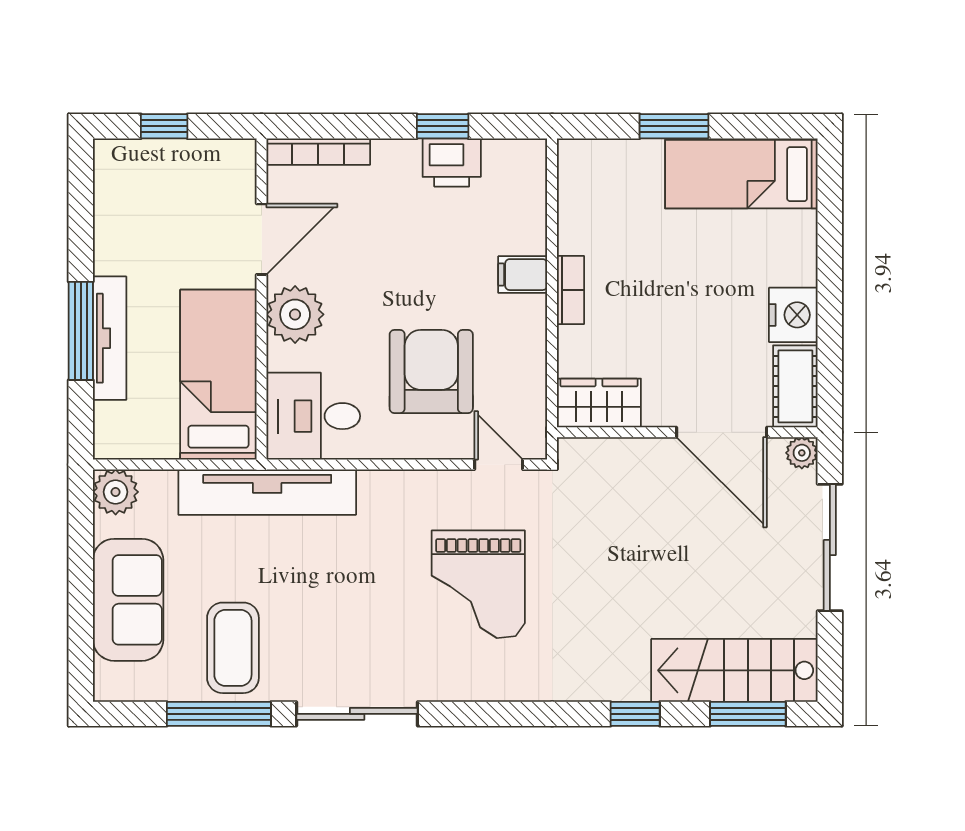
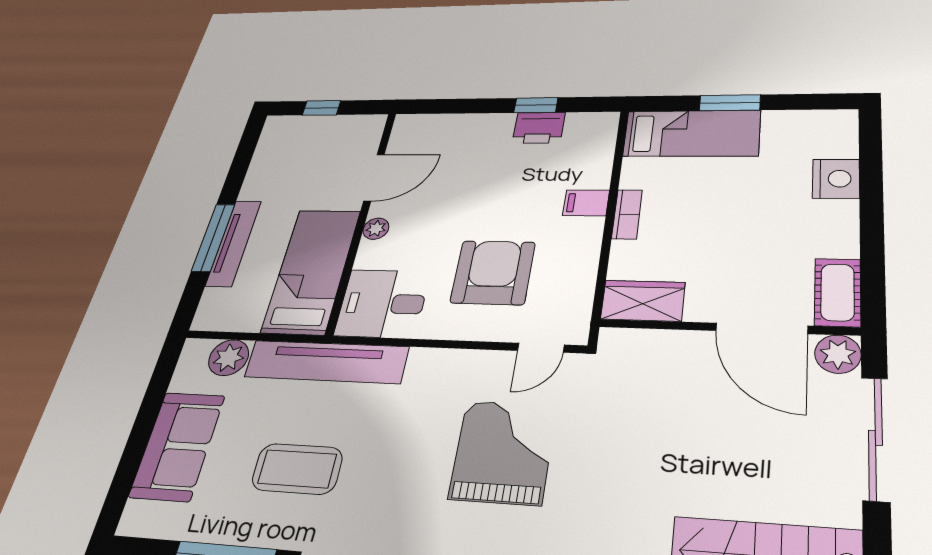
bookcase: (318, 152) -> (434, 122), removed
bed: (741, 174) -> (692, 133), moved, turned 180
plant: (295, 314) -> (376, 229), width x0.53, depth x0.53
nightstand: (793, 315) -> (836, 179), moved
plant: (802, 453) -> (838, 354), width x1.38, depth x1.38
door: (499, 464) -> (541, 348), swing flipped
plant: (116, 492) -> (229, 358), moved
grand piano: (478, 584) -> (503, 452), turned 180
coffee table: (233, 648) -> (297, 469), moved, turned 90

